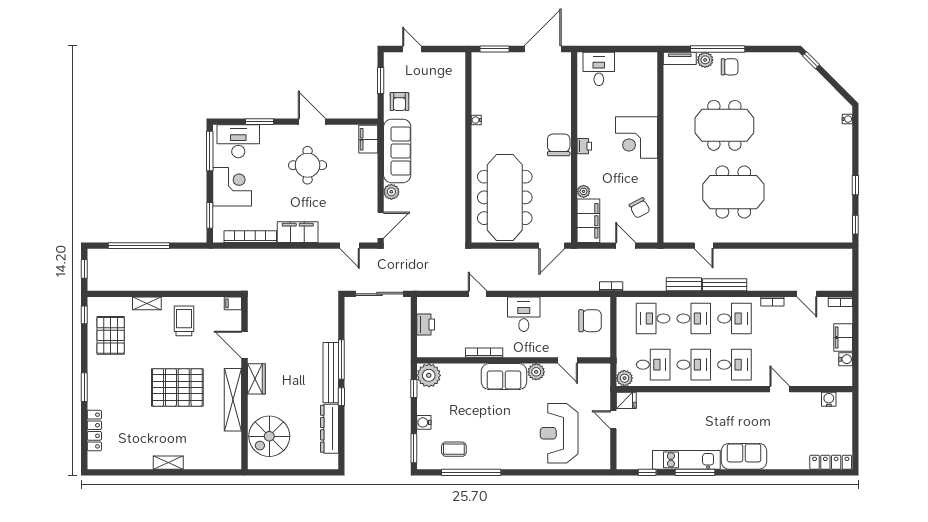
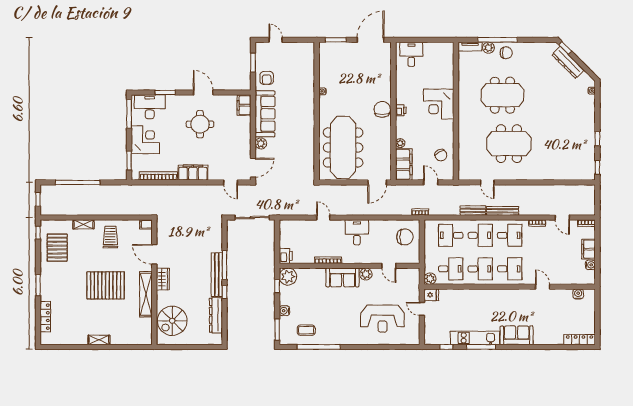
dresser: (815, 80) -> (568, 62), added
printer: (426, 324) -> (286, 256), moved
reception desk: (559, 433) -> (383, 319), turned -90

